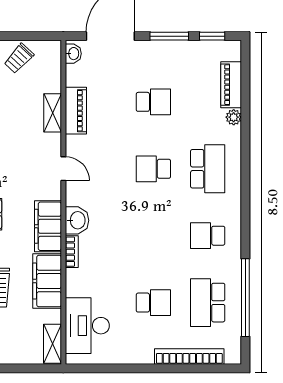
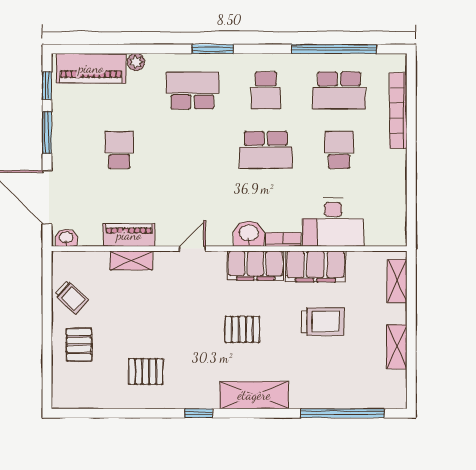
piano: (231, 85) -> (91, 68), width x1.37, depth x1.33
school desk: (153, 169) -> (266, 150), moved, width x1.85
window: (245, 187) -> (213, 49), added
desk: (87, 326) -> (333, 222), moved
shelving: (52, 344) -> (397, 281), moved, turned 90

